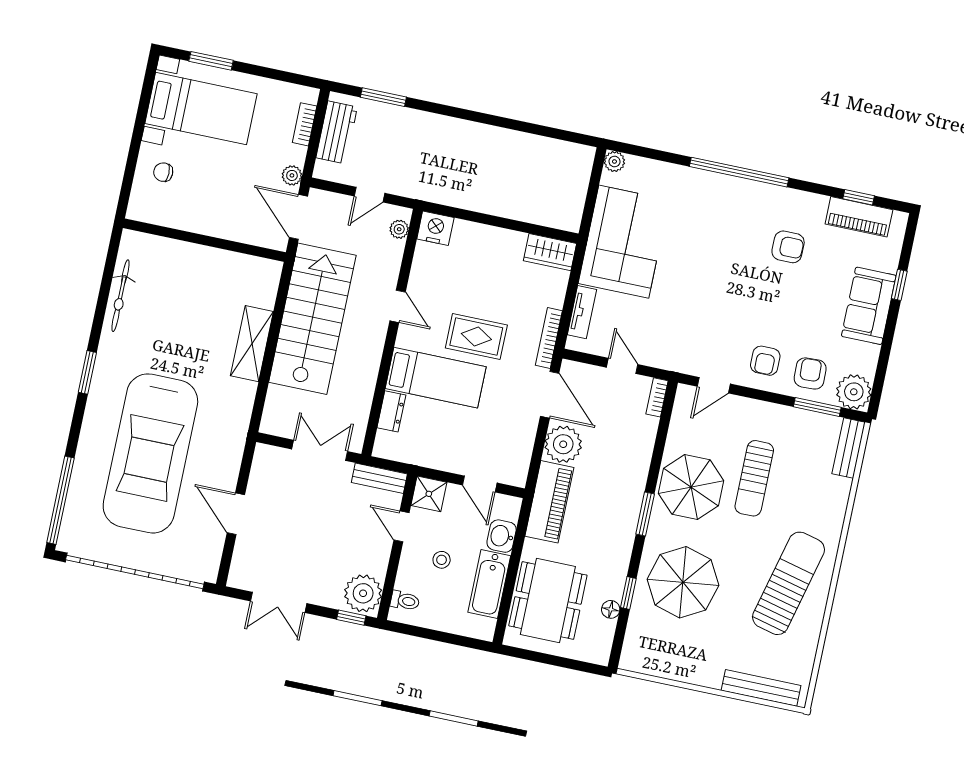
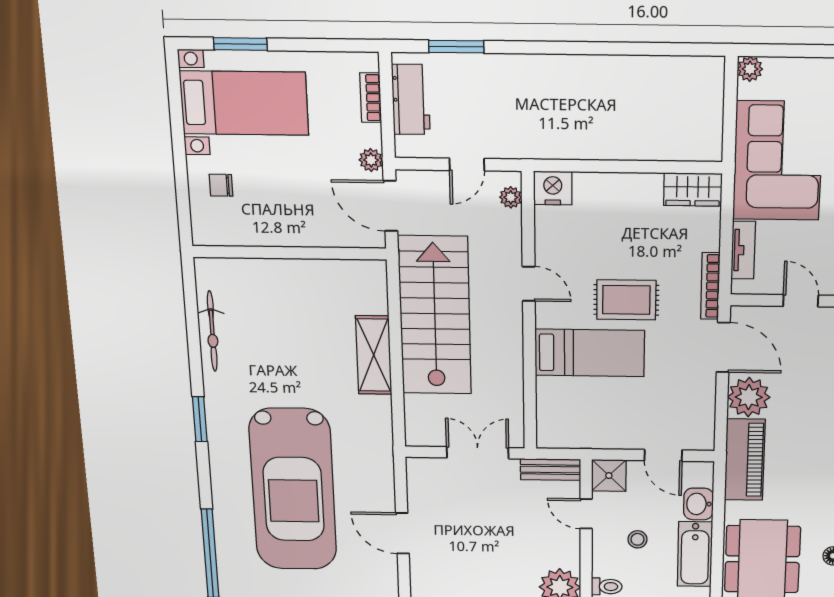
dresser: (391, 411) -> (548, 398), removed

